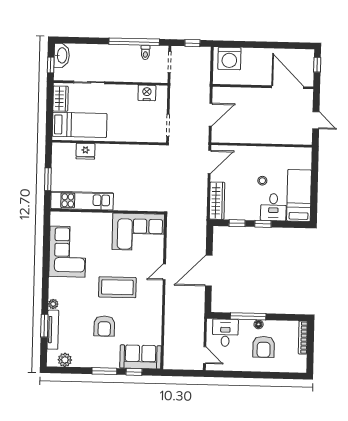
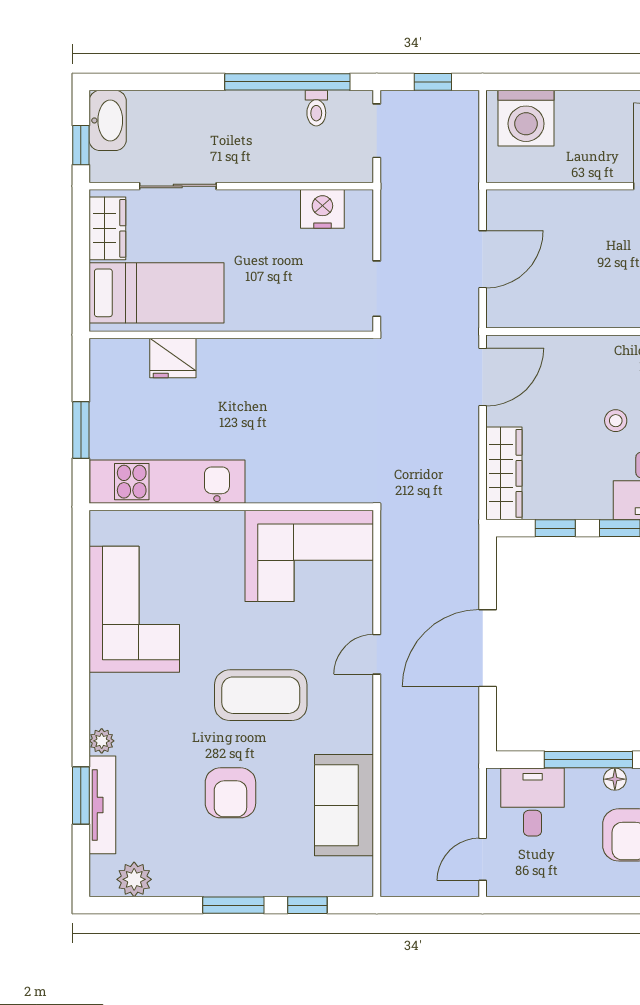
door: (205, 355) -> (483, 859), swing flipped
sofa: (141, 357) -> (344, 805), moved, turned -90

